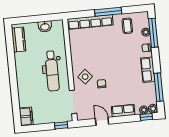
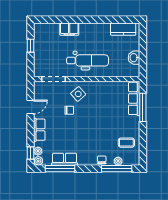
window: (108, 12) -> (143, 107), moved
row of seats: (90, 22) -> (134, 98), width x0.73
row of seats: (148, 70) -> (64, 159), moved
dental chair: (52, 71) -> (88, 60), turned 180
filing cabinet: (26, 116) -> (69, 29), moved
window: (61, 125) -> (31, 46), moved

